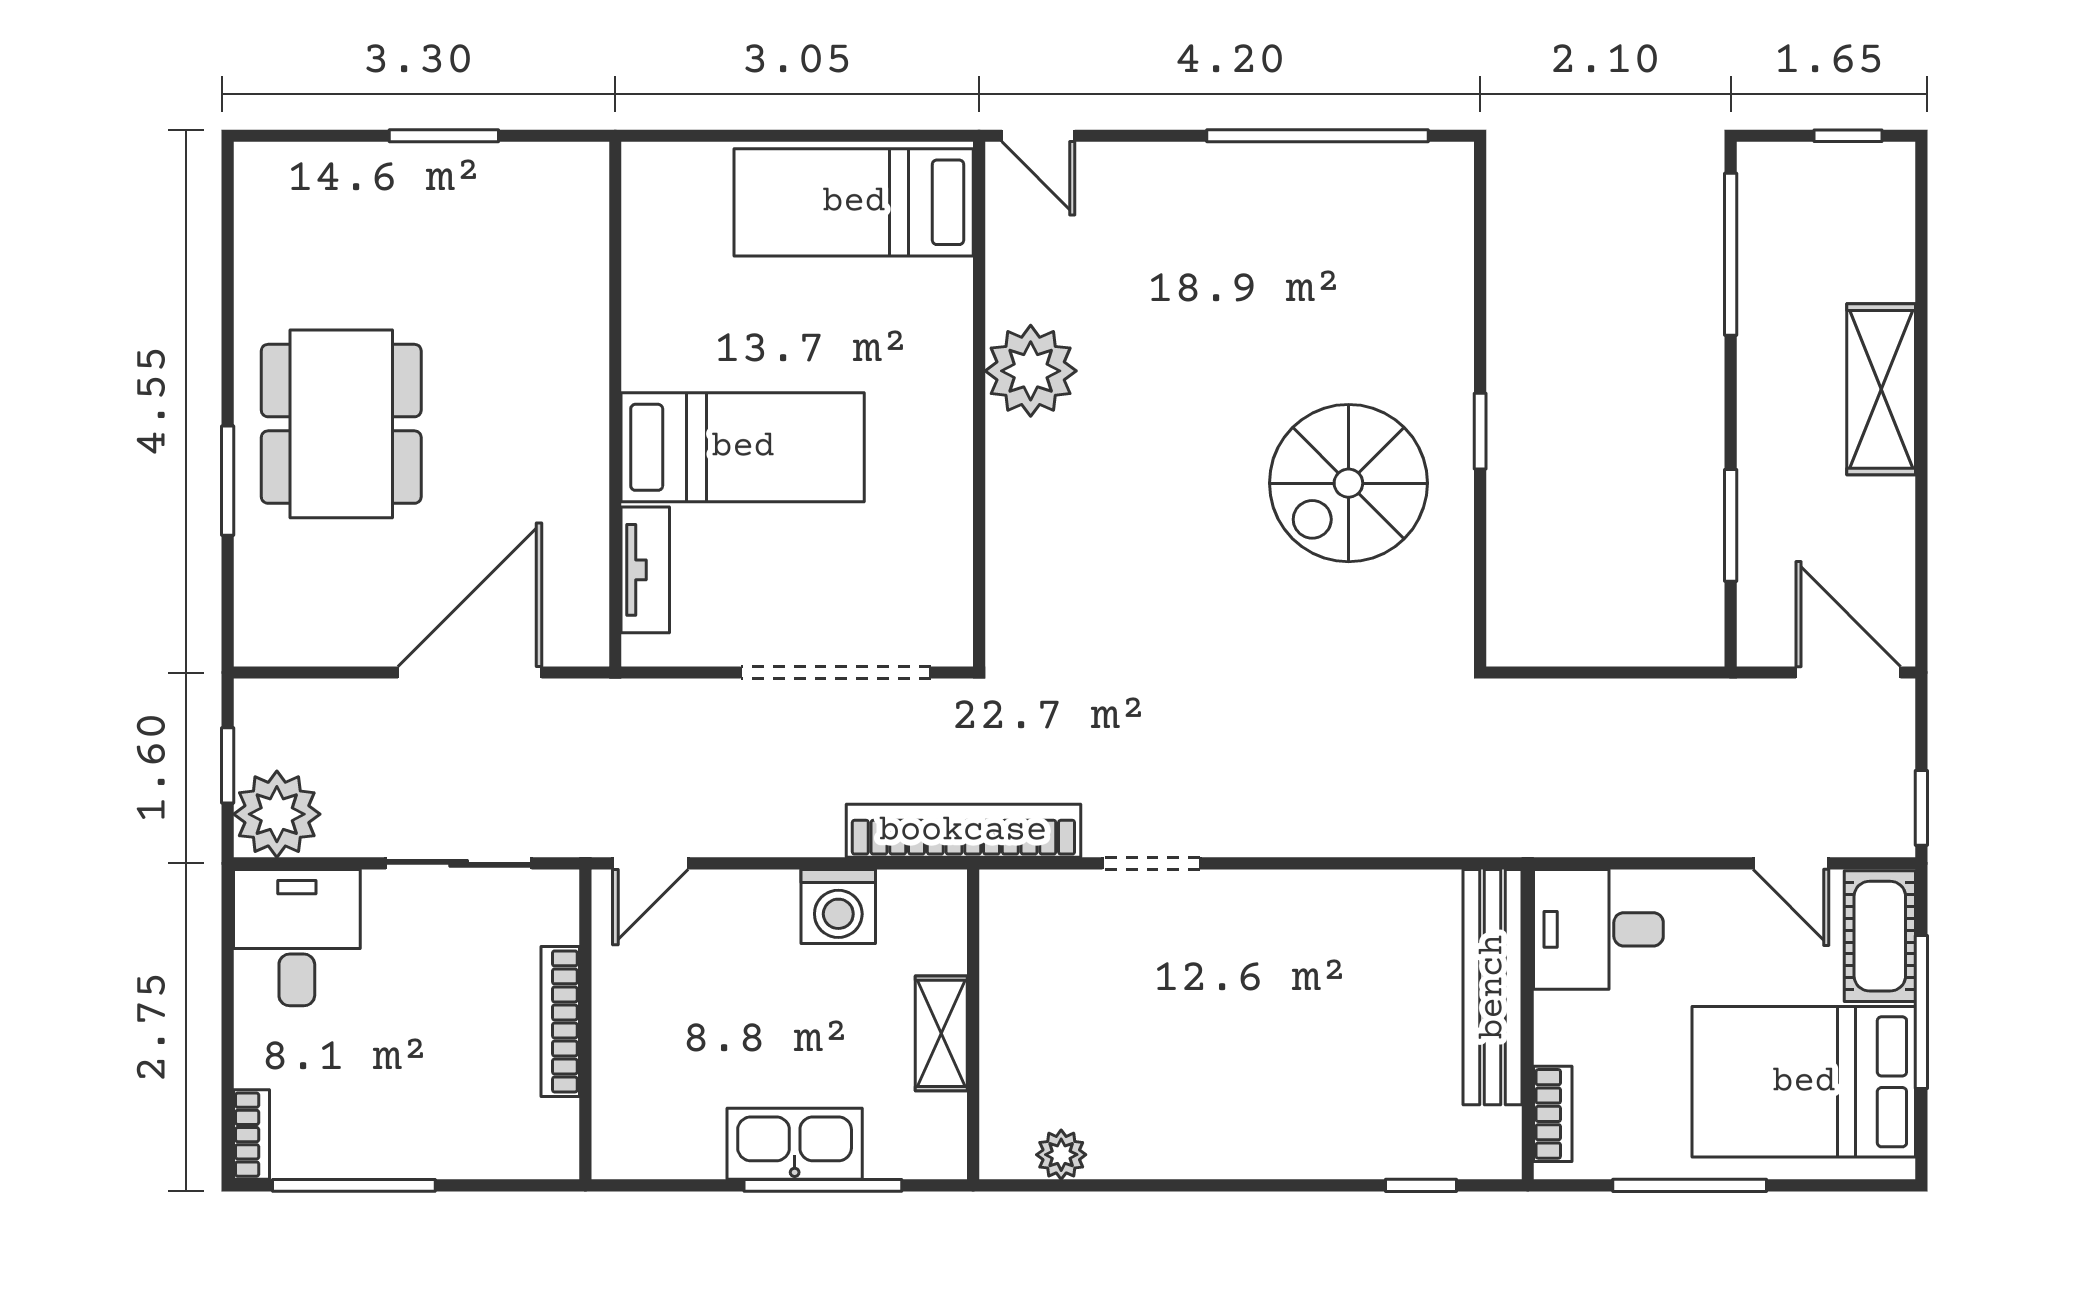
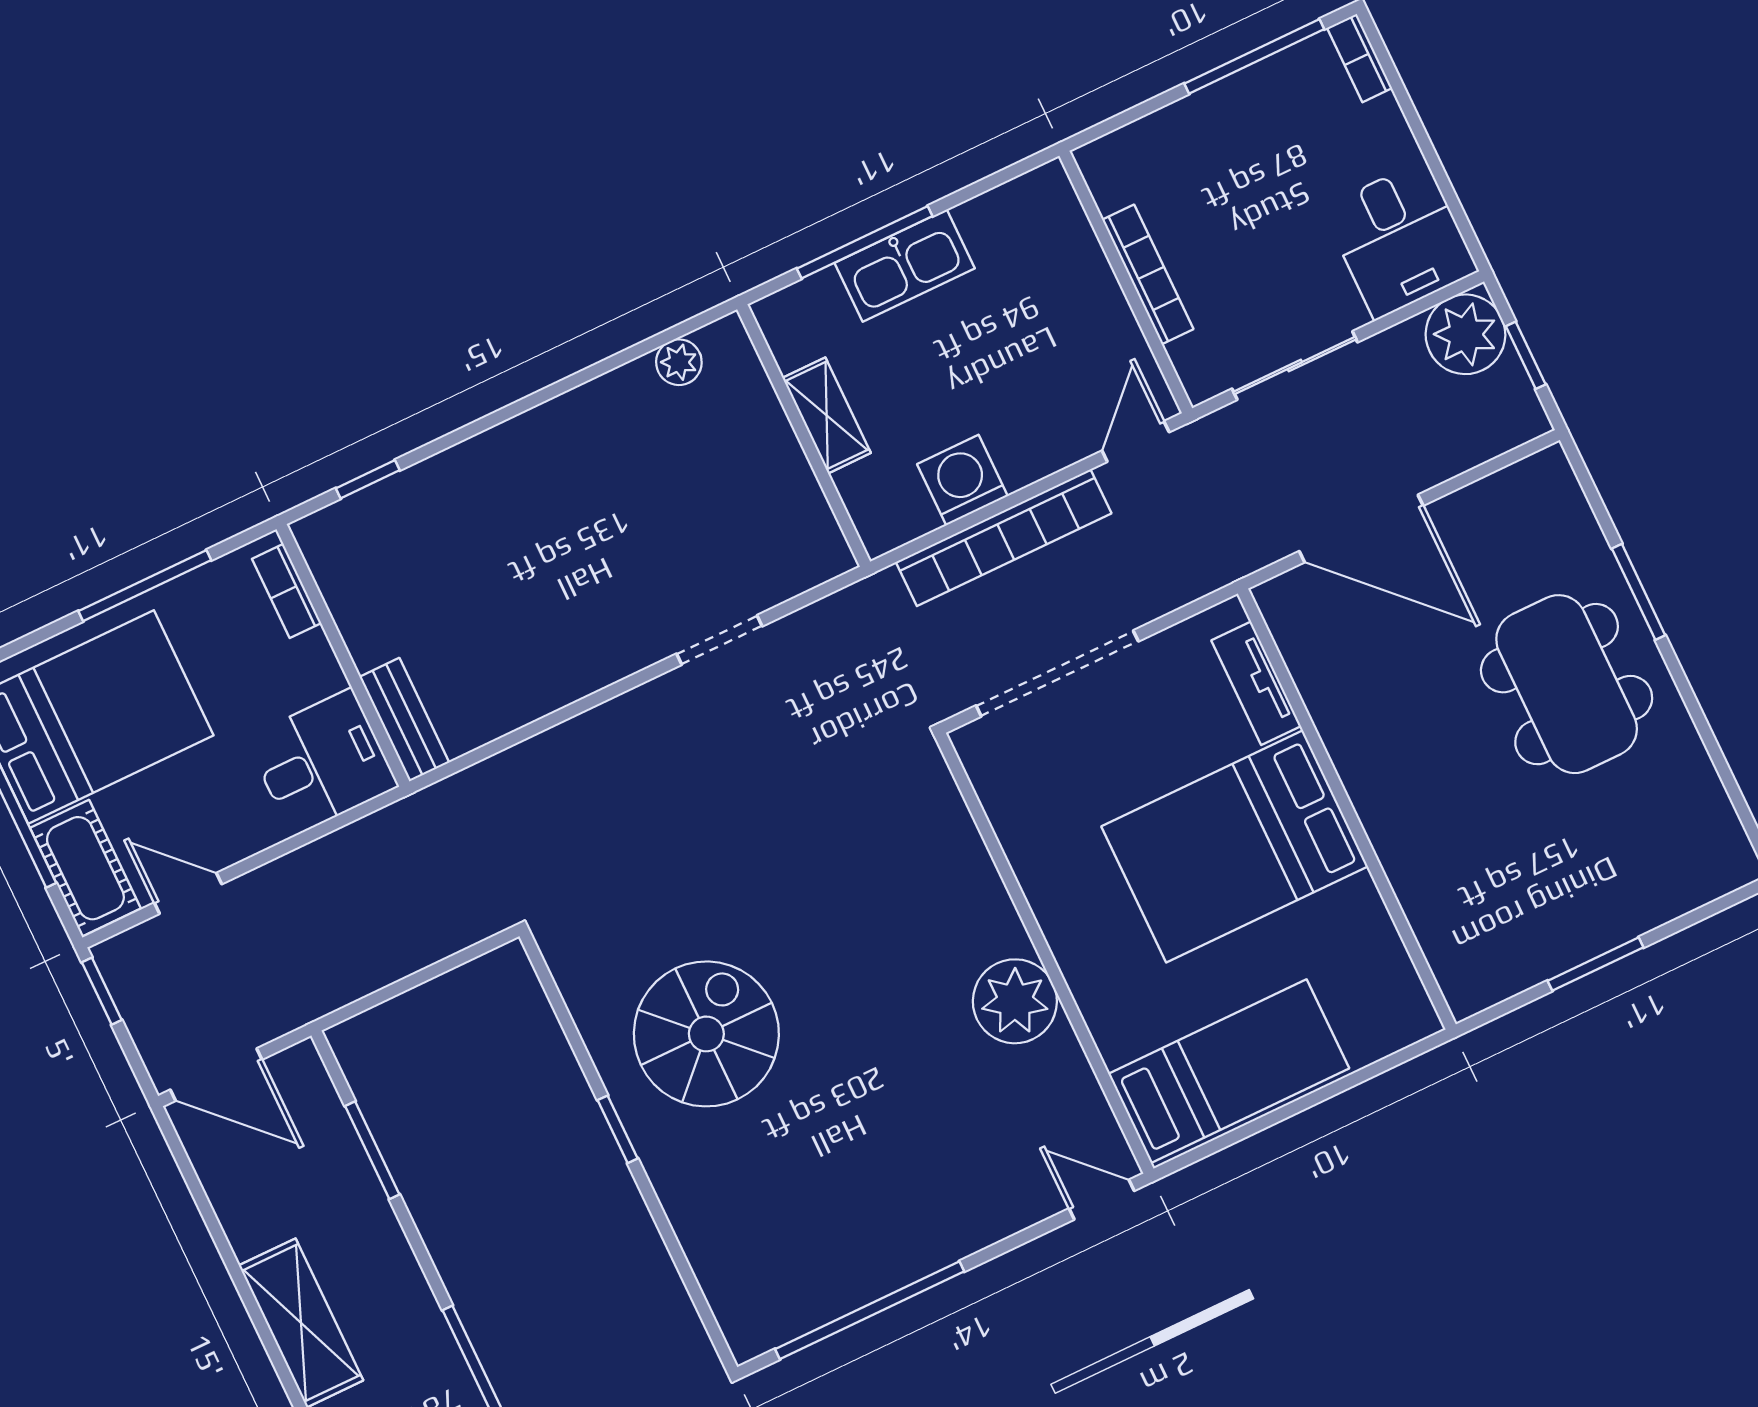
bed: (743, 447) -> (1235, 846), width x1.50
door: (470, 673) -> (1361, 528), hinge flipped
bookcase: (963, 831) -> (1004, 538), moved
bench: (1493, 987) -> (404, 720), width x0.54, depth x0.82

